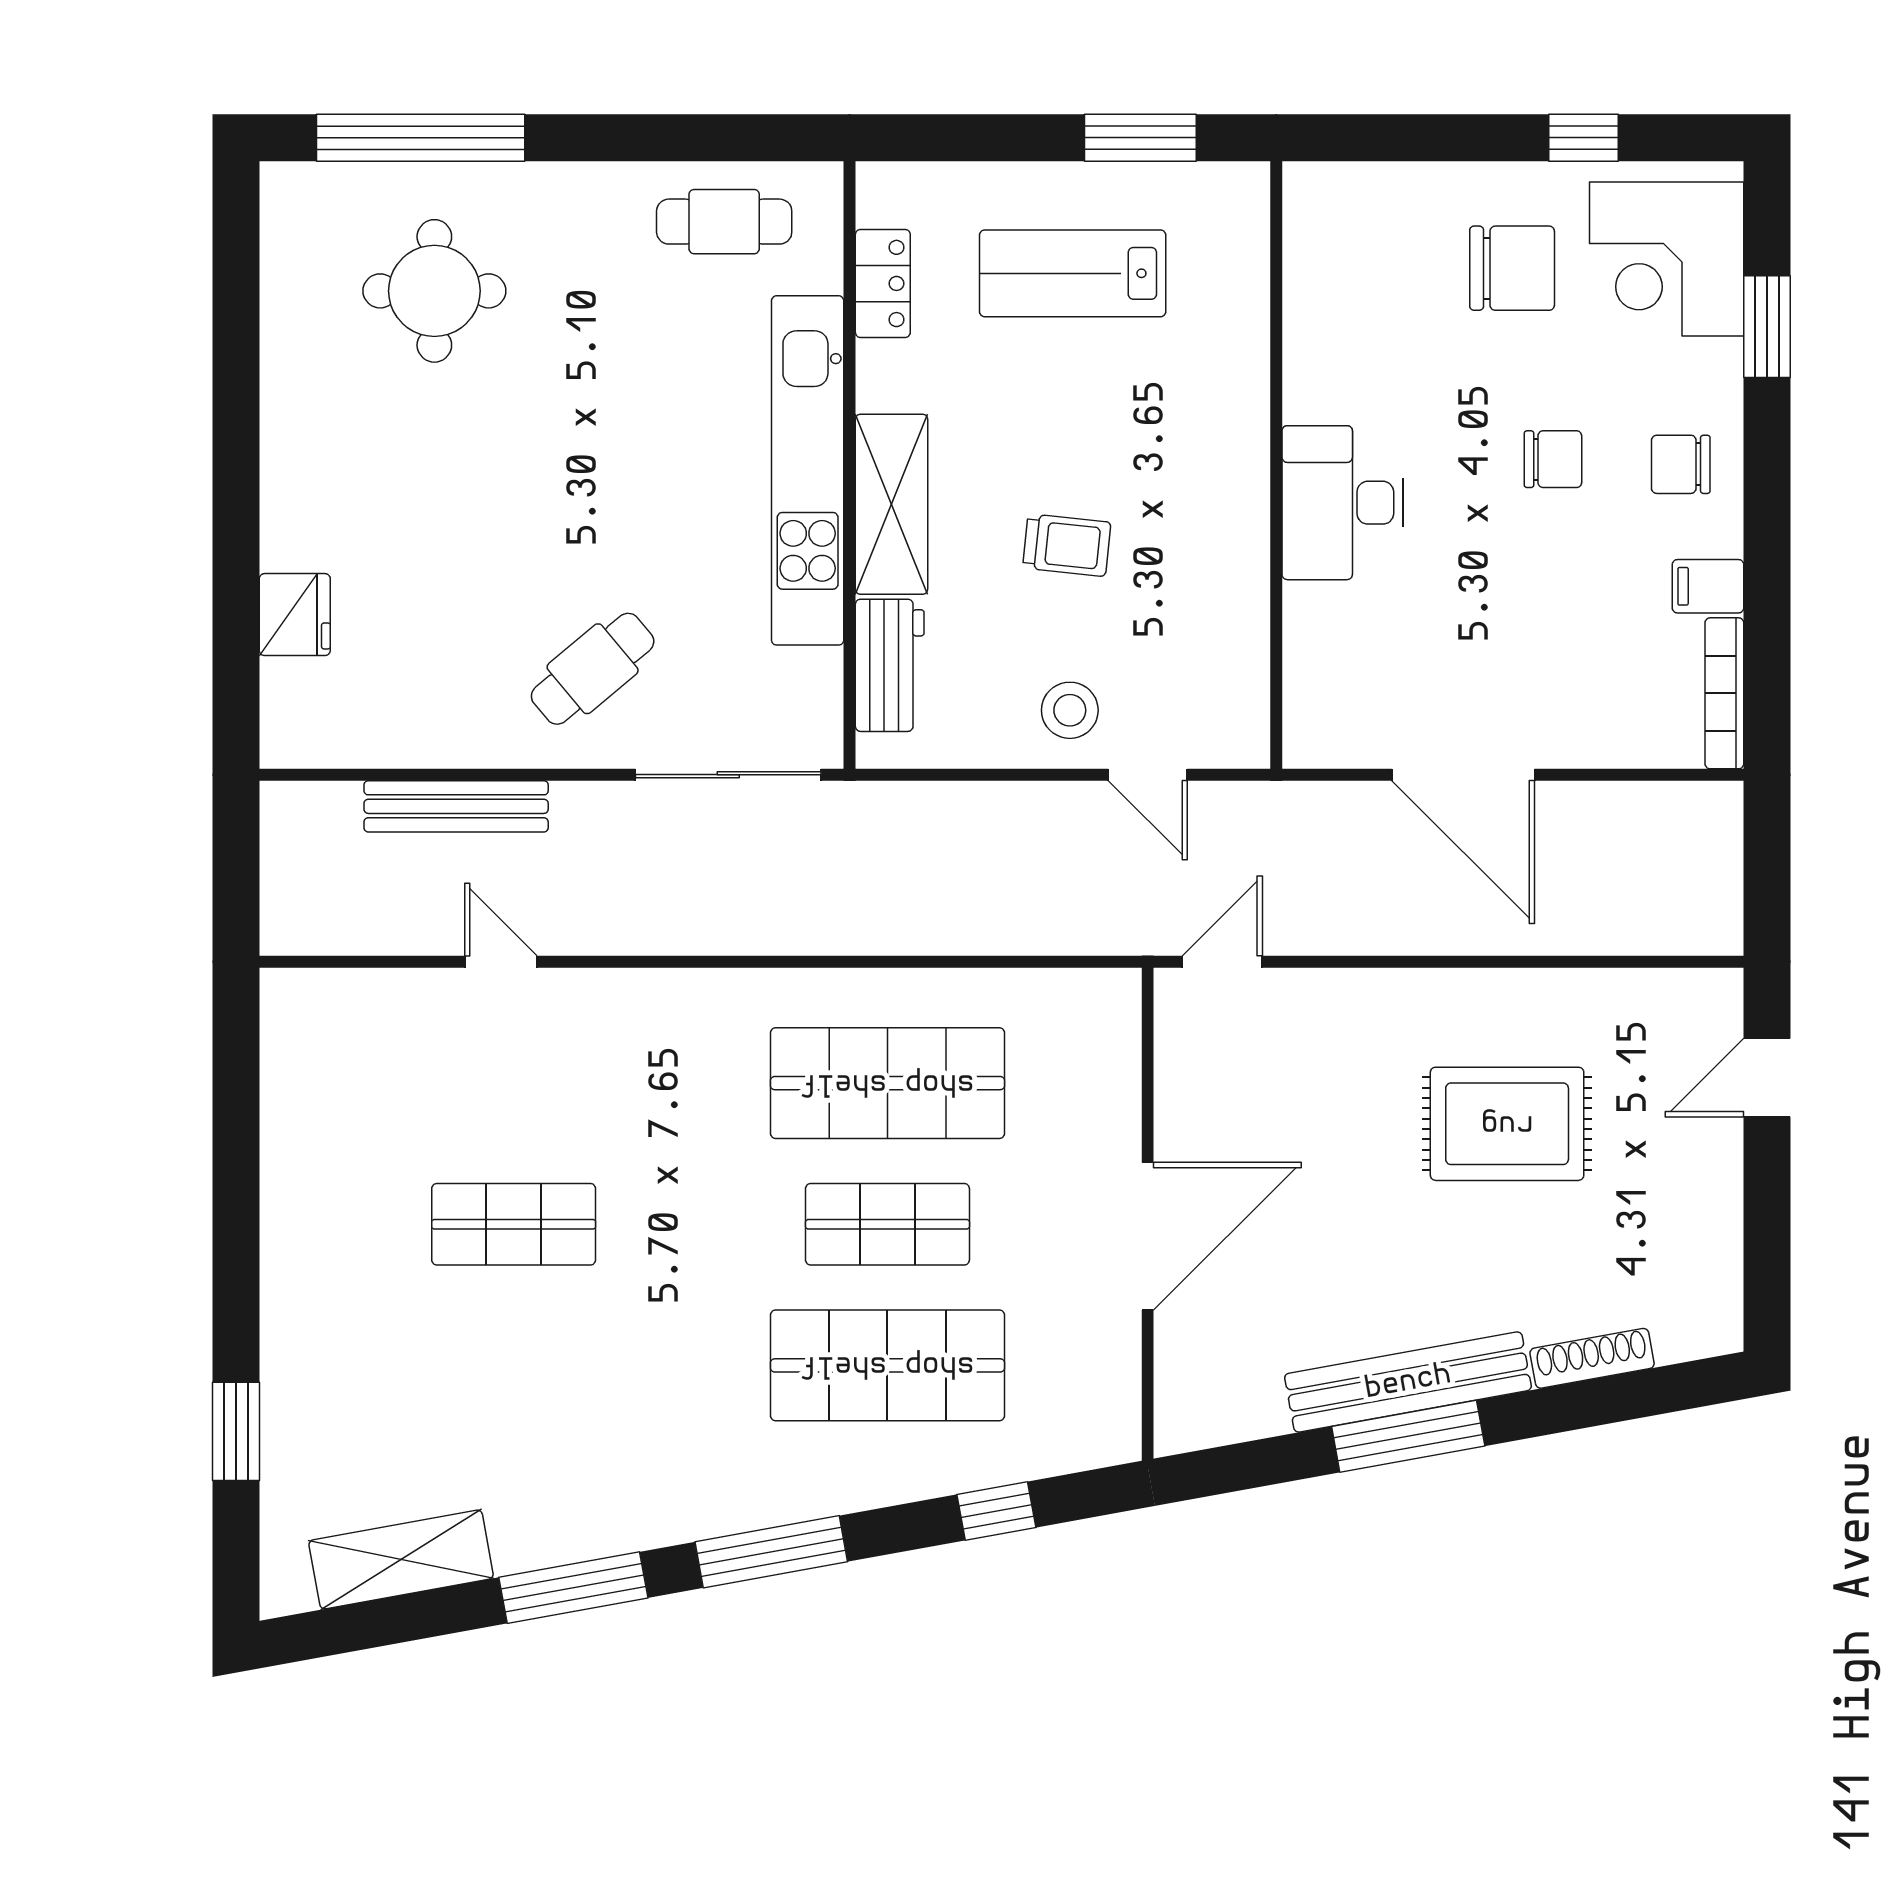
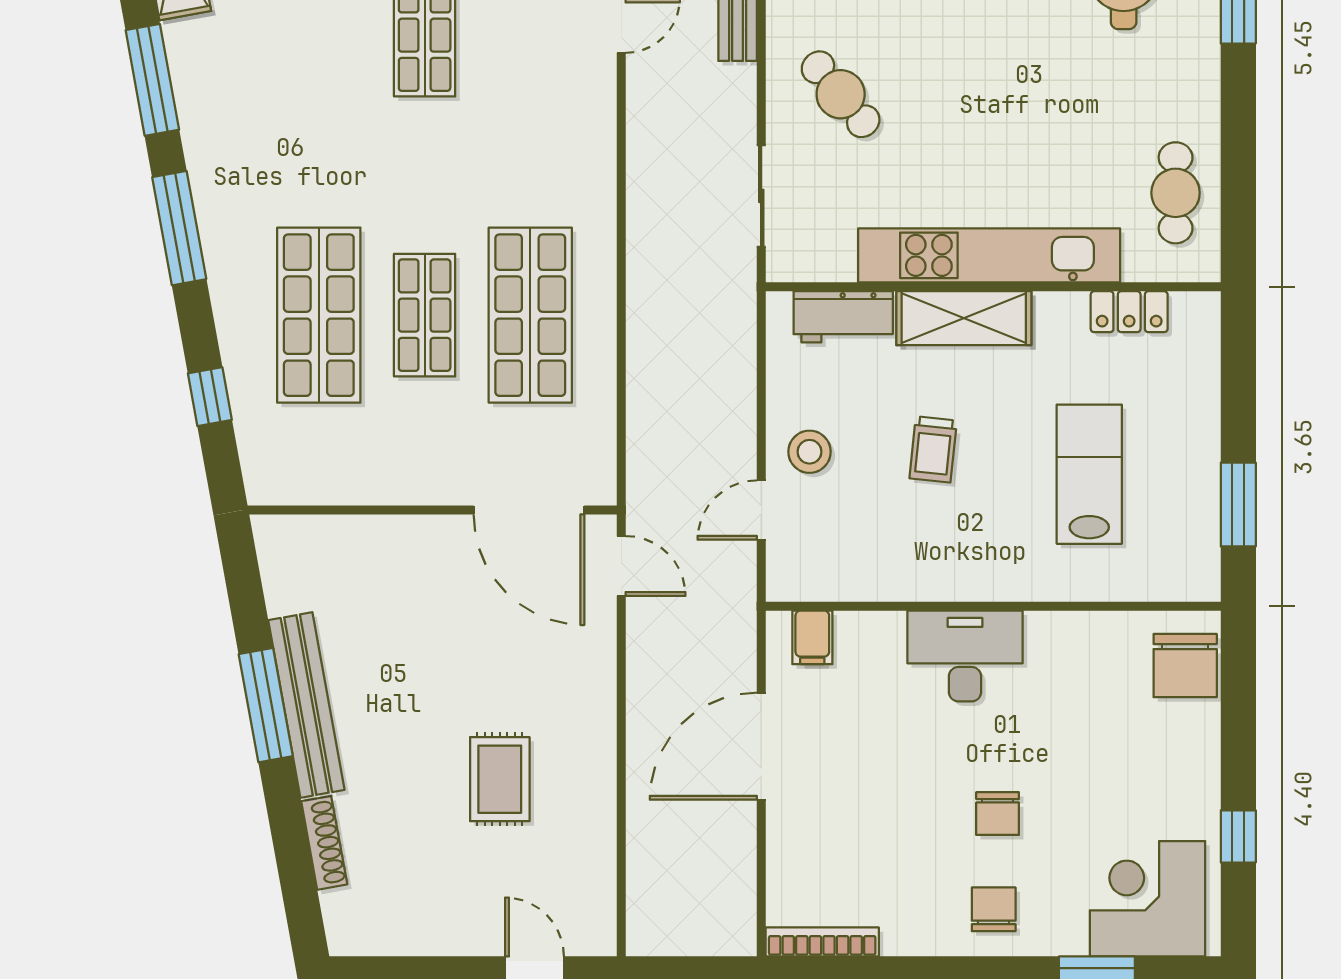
chair: (1512, 268) -> (1185, 666), moved
lab bench: (1073, 273) -> (1089, 474), moved
filing cabinet: (1708, 586) -> (812, 637), moved, turned 180
sliding door: (728, 775) -> (761, 196), width x0.73
rug: (1507, 1124) -> (500, 779), width x0.73, depth x0.70
door: (1148, 1236) -> (529, 510), moved

